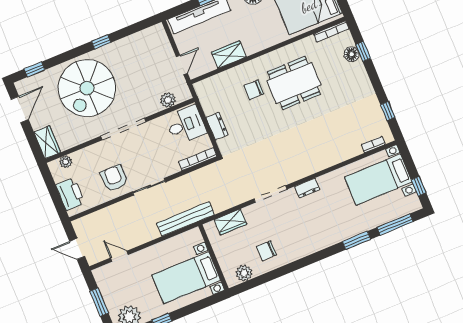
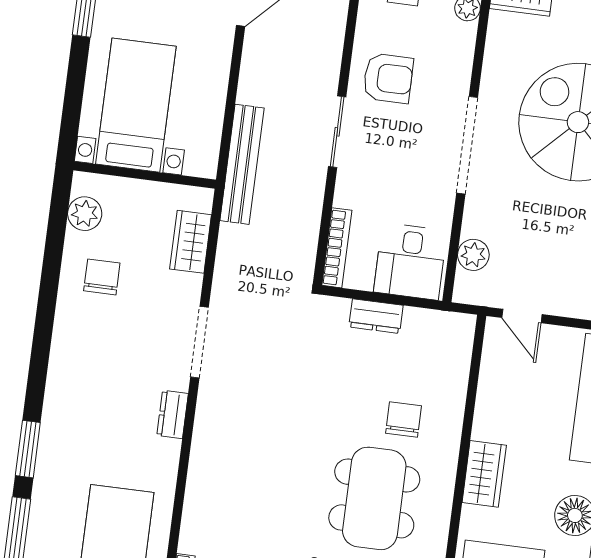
wardrobe: (229, 55) -> (484, 474), moved

